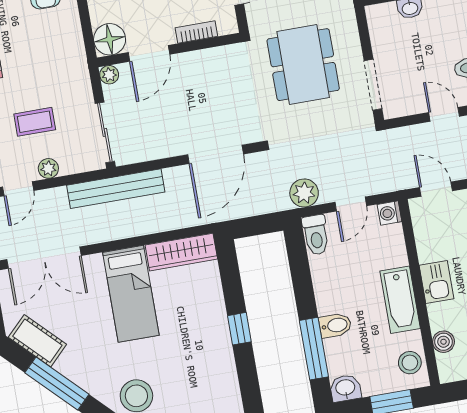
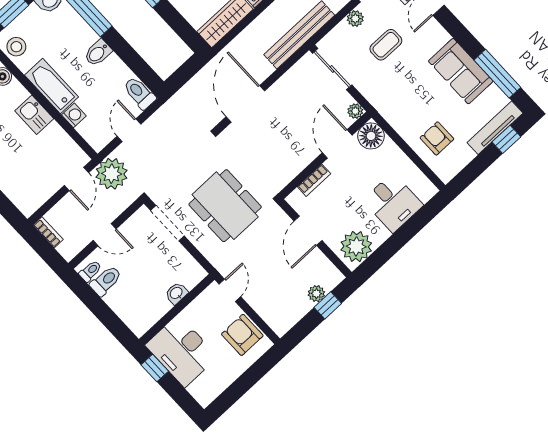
door: (436, 189) -> (76, 179), hinge flipped
plant: (304, 193) -> (112, 174), moved, width x1.36, depth x1.36
washing machine: (389, 213) -> (74, 115), moved
bidet: (335, 325) -> (98, 53), moved

